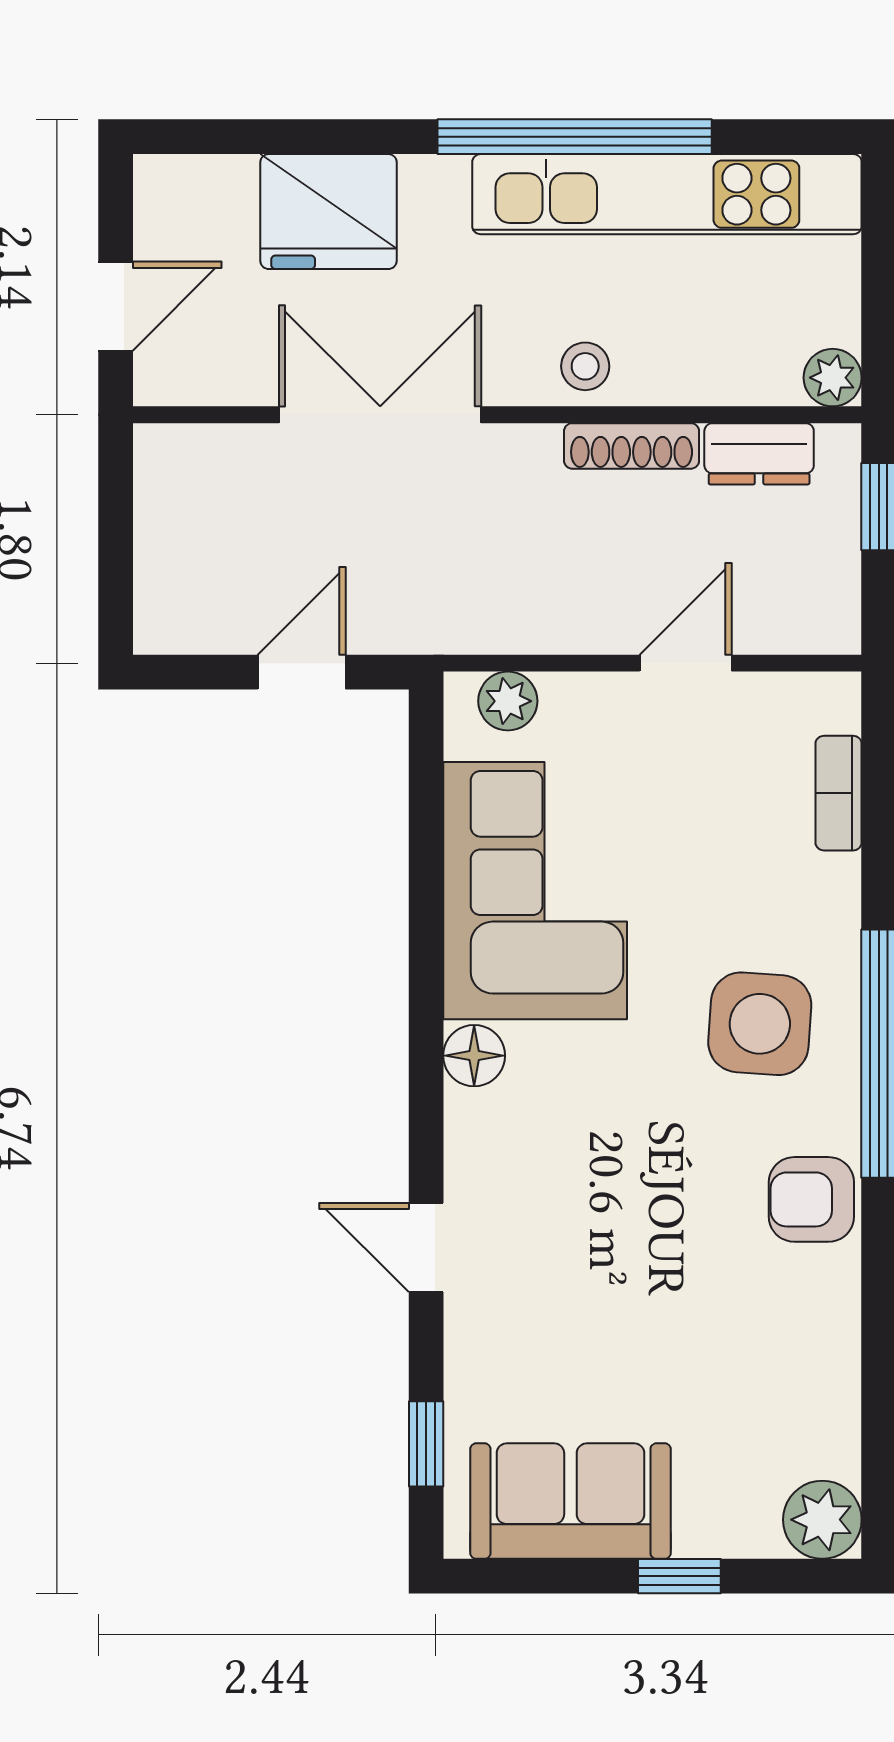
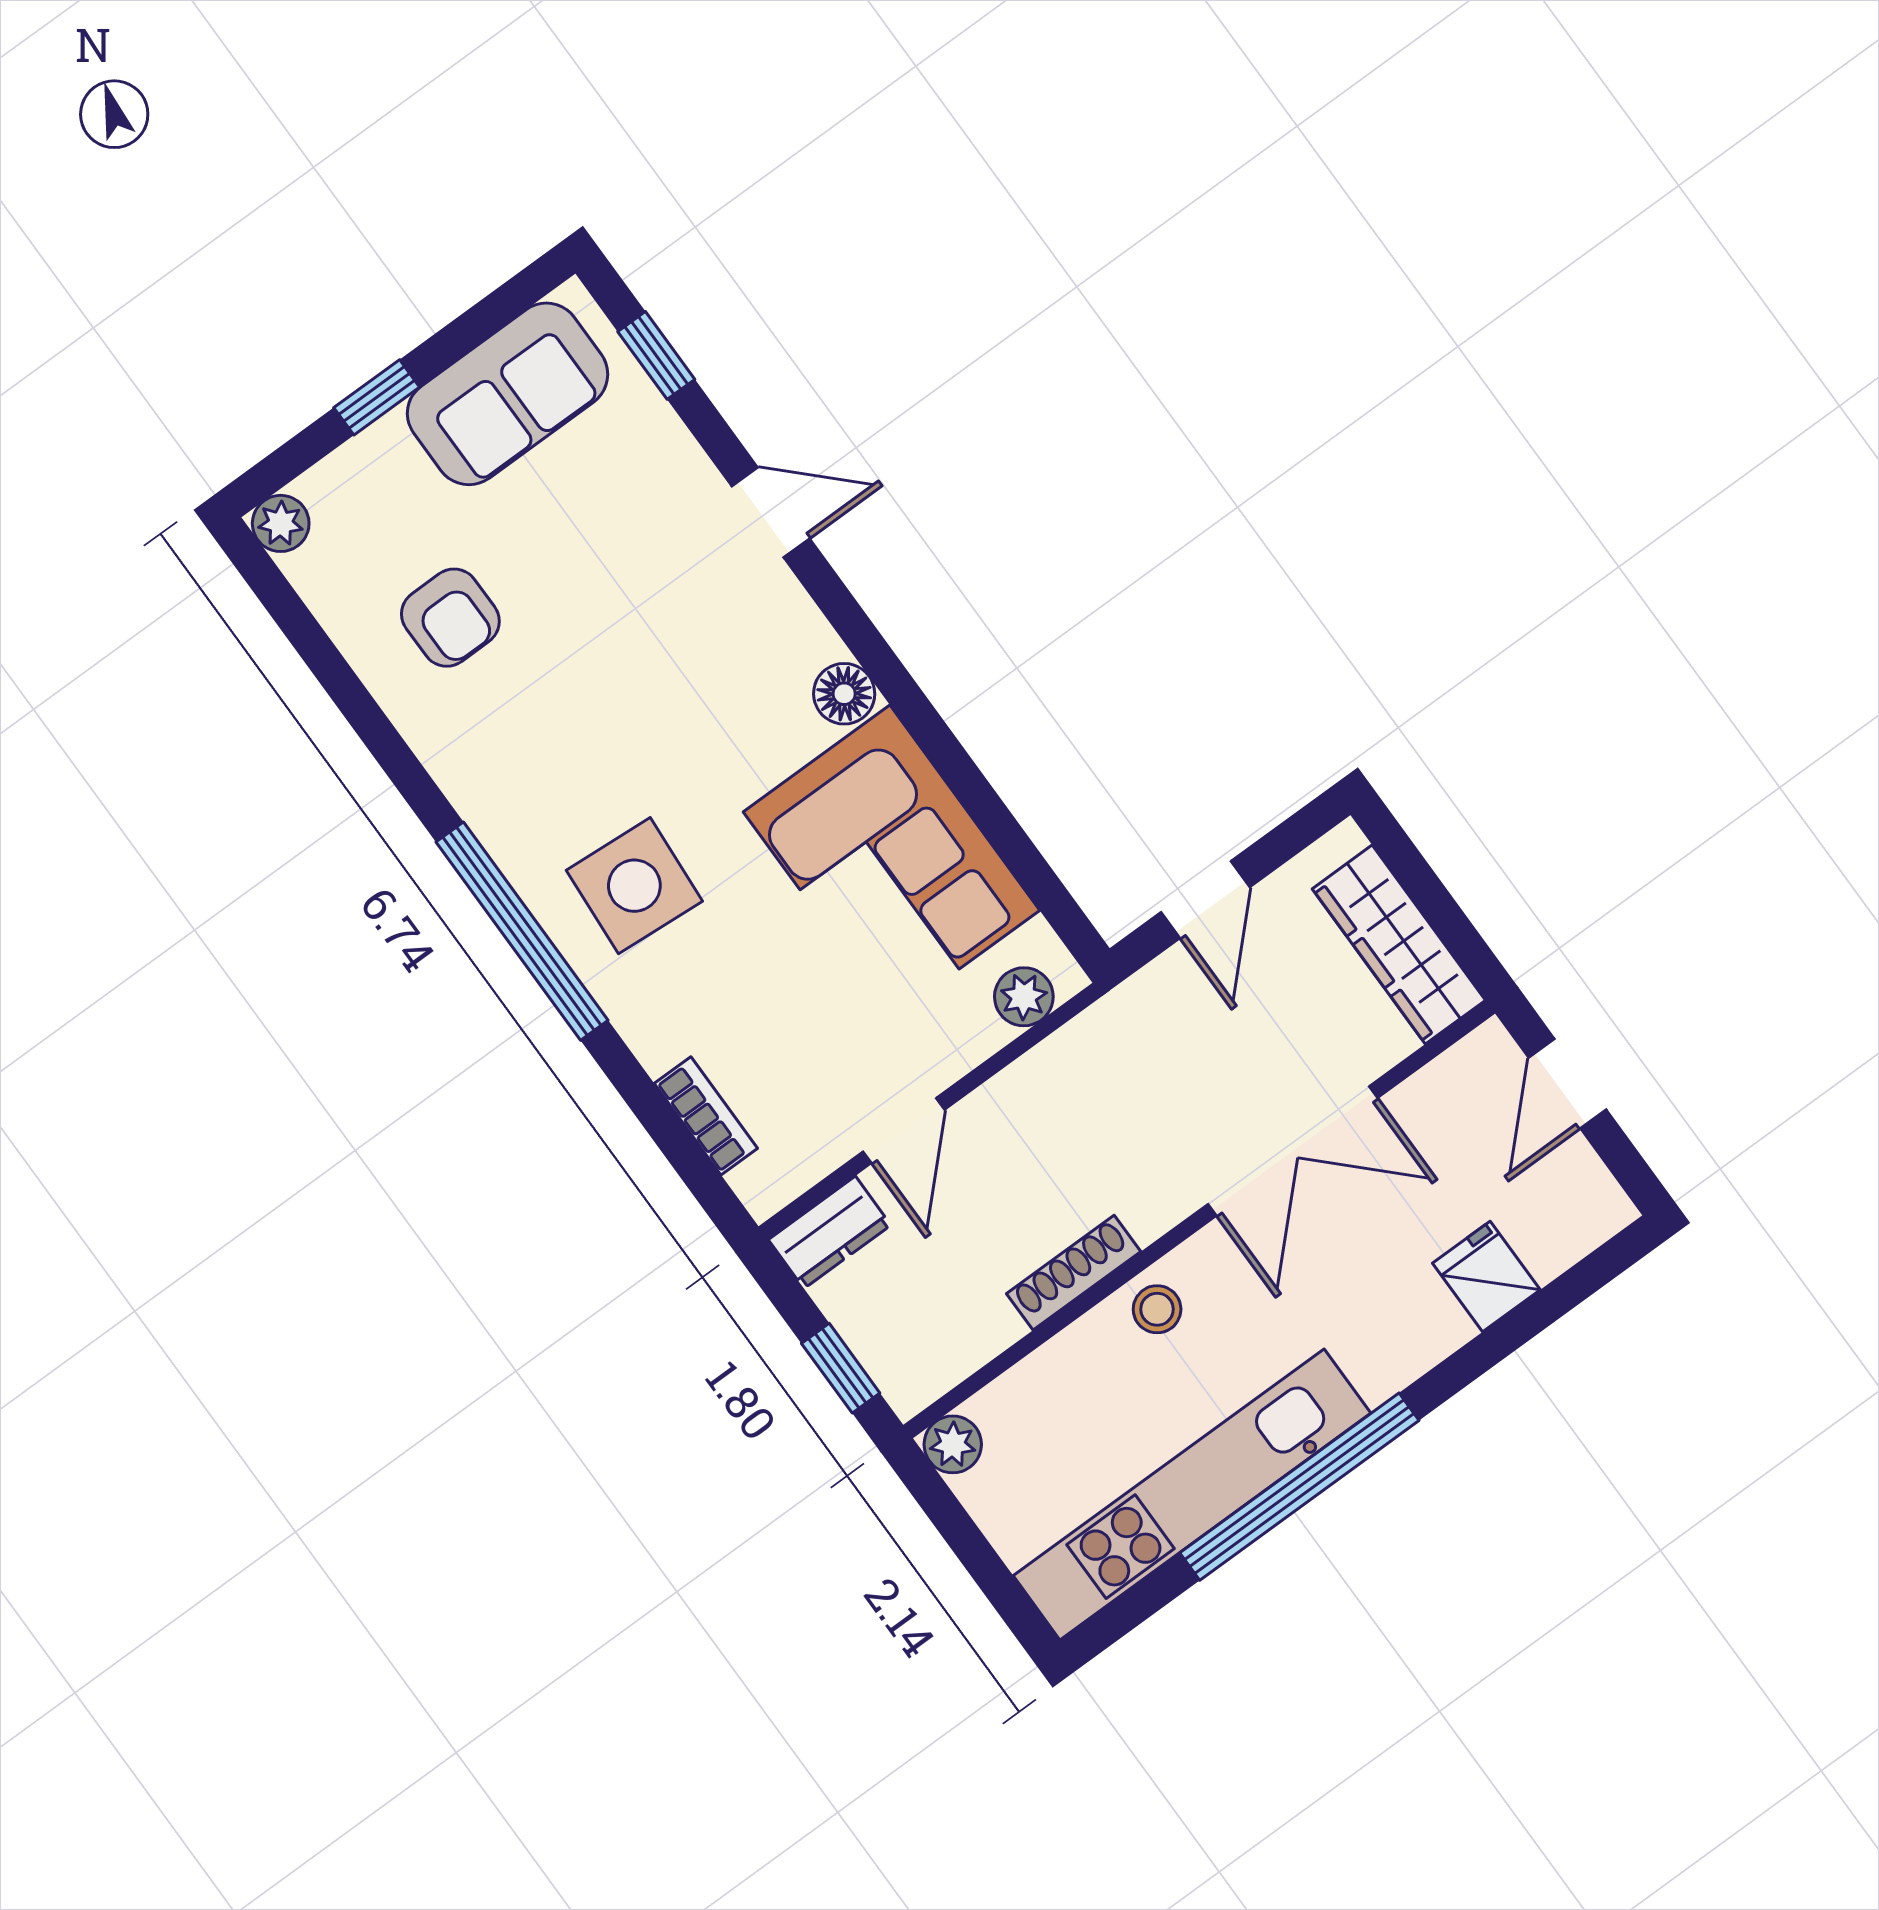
fridge: (329, 212) -> (1486, 1276), width x0.53, depth x0.75
dresser: (759, 454) -> (830, 1232), moved, turned 180
wardrobe: (170, 520) -> (1399, 945), added
armchair: (811, 1199) -> (450, 618), moved, turned 90
plant: (822, 1520) -> (281, 523), width x0.73, depth x0.73

